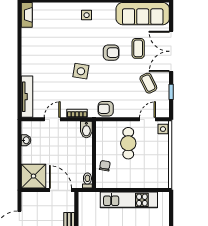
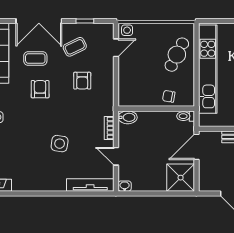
side table: (81, 71) -> (60, 144), moved
armchair: (106, 109) -> (82, 81), moved
door: (148, 119) -> (116, 48), swing flipped
washbasin: (26, 140) -> (125, 186), moved
cafe table: (128, 143) -> (177, 55), moved, turned -63
kitchen unit: (129, 200) -> (208, 69), width x1.36

